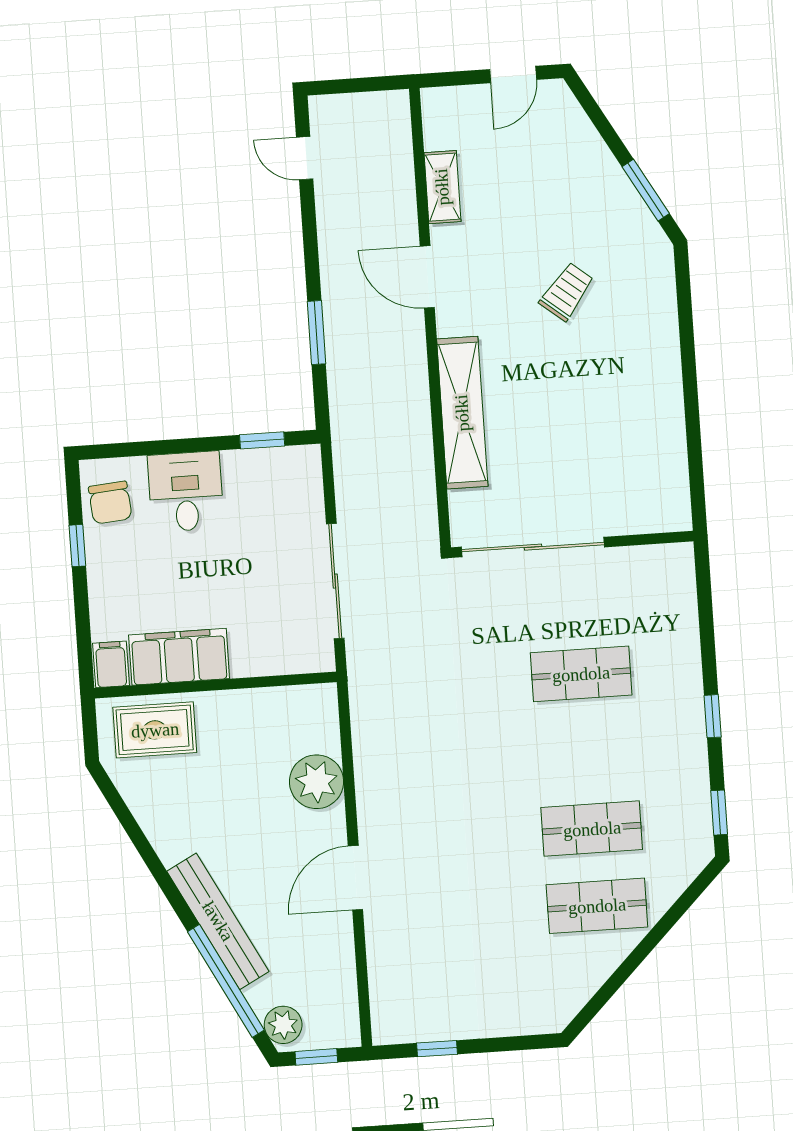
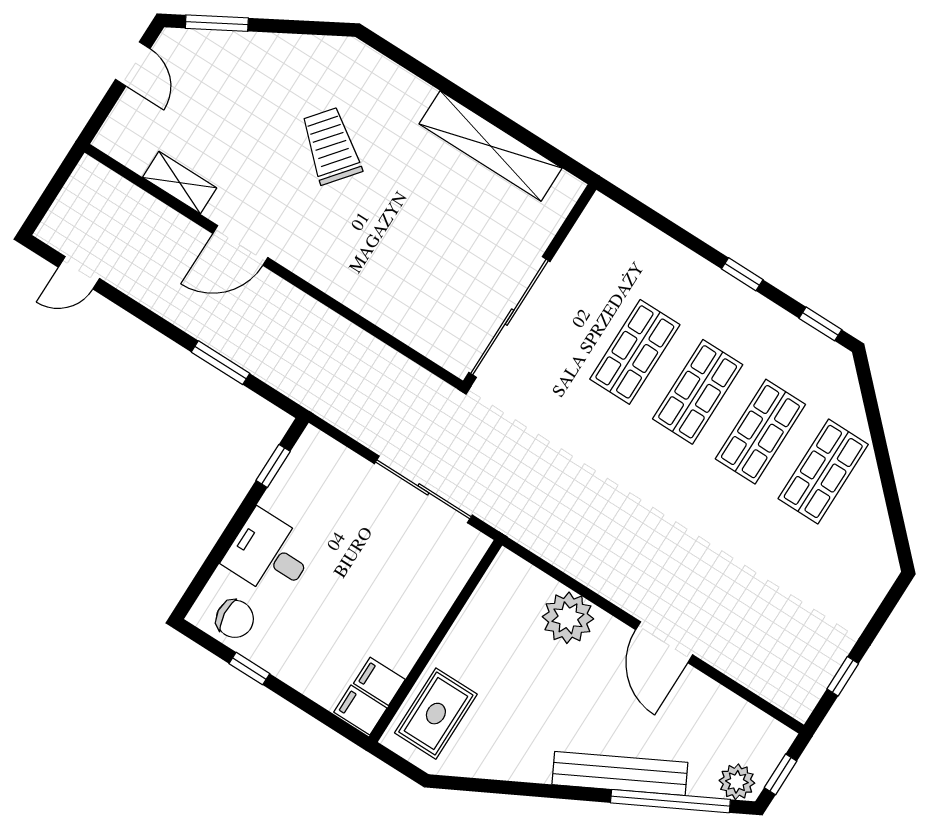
window: (646, 190) -> (217, 23), moved
trolley: (567, 292) -> (331, 146), width x1.36, depth x1.39
shelving: (462, 413) -> (491, 146), moved
filing cabinet: (179, 657) -> (379, 681), width x0.33, depth x0.86
shop shelf: (586, 751) -> (698, 392), added

